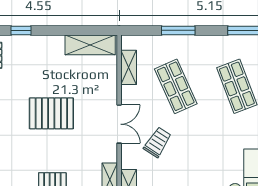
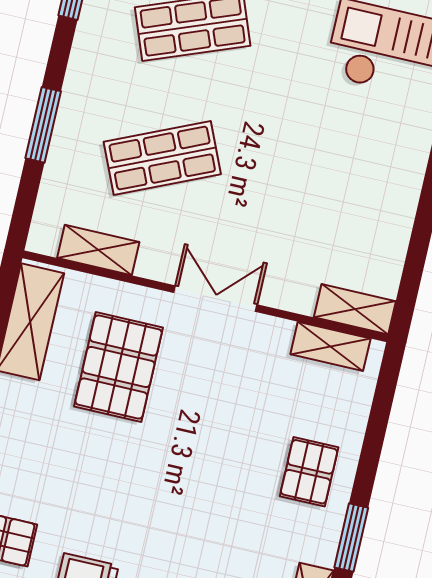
pallet: (51, 113) -> (119, 367), moved
trolley: (157, 142) -> (274, 225), removed

